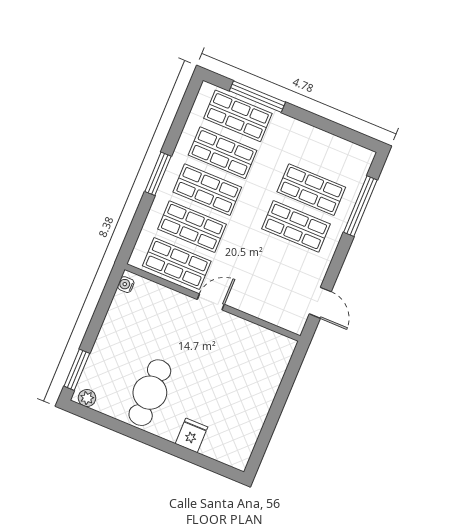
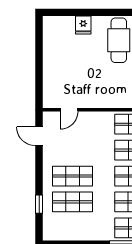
window: (360, 206) -> (39, 204), width x0.46
door: (211, 302) -> (69, 110), moved

